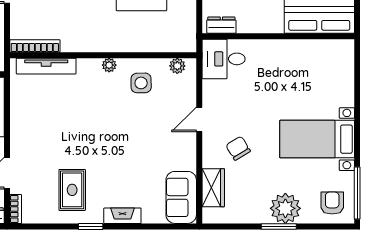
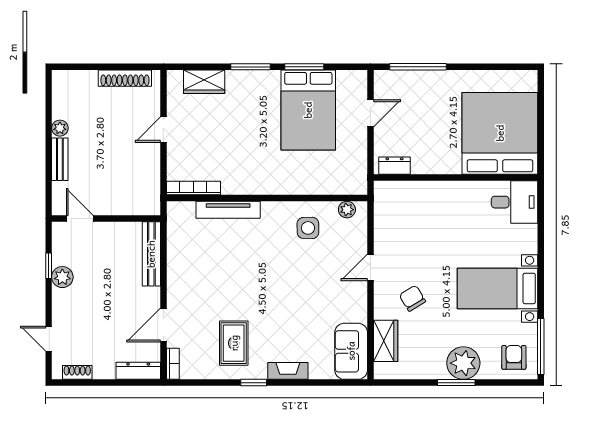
desk: (223, 59) -> (515, 202), moved, turned 180
plant: (109, 65) -> (274, 209), removed
tv unit: (46, 66) -> (228, 210), moved

